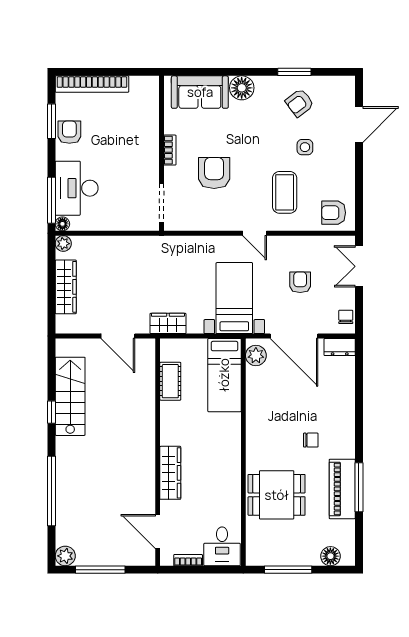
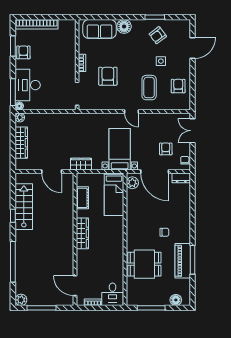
armchair: (334, 213) -> (178, 86), moved, turned 90
armchair: (300, 282) -> (166, 149), moved
wardrobe: (170, 473) -> (82, 233), moved

